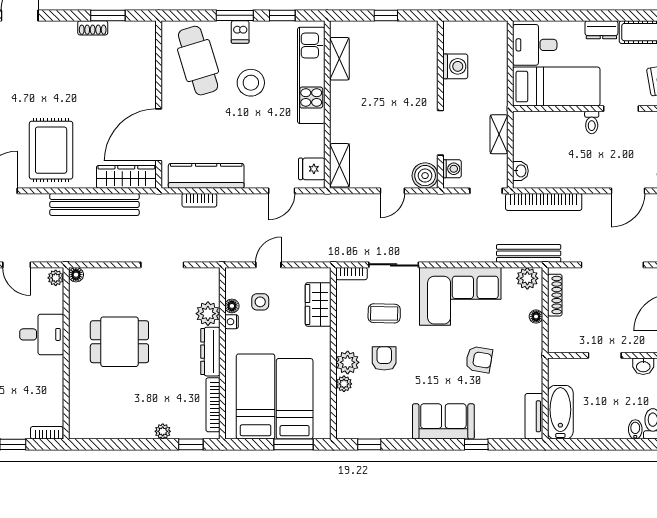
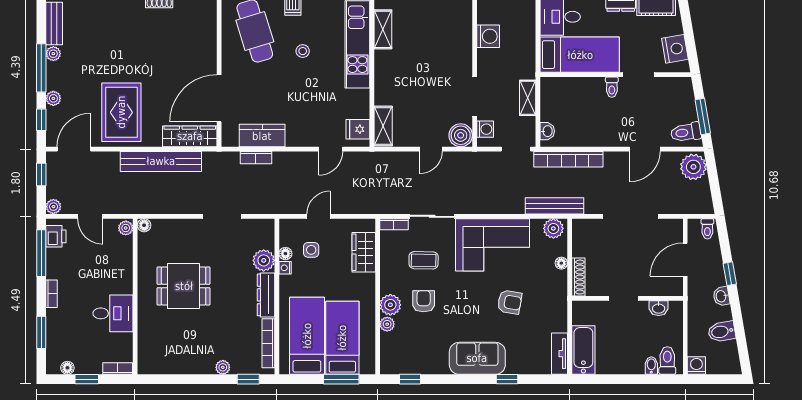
stool: (251, 83) -> (303, 51), width x0.53, depth x0.53
kitchen counter: (206, 176) -> (262, 136), width x0.67
shoe rack: (555, 295) -> (578, 277), moved
desk: (42, 334) -> (113, 313), moved

